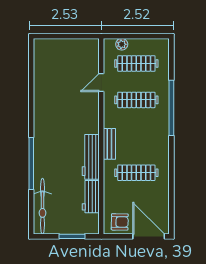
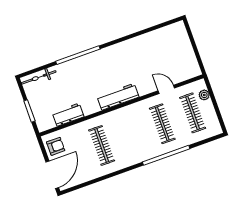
bench: (109, 144) -> (118, 114), removed
workbench: (91, 157) -> (118, 97), moved
bicycle: (42, 206) -> (39, 77), width x0.73, depth x0.71
armchair: (120, 222) -> (56, 146), turned -91

